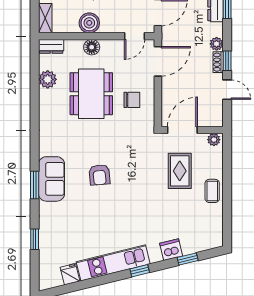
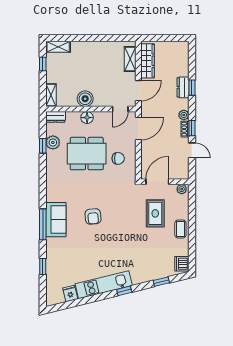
window: (35, 84) -> (43, 146), added
dining table: (91, 94) -> (87, 154), turned 90
window: (35, 185) -> (43, 224), width x1.44
dishwasher: (171, 250) -> (182, 264), moved, turned -76

